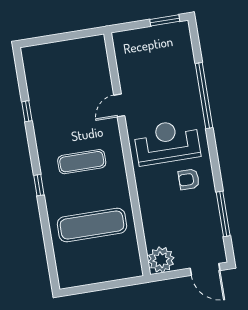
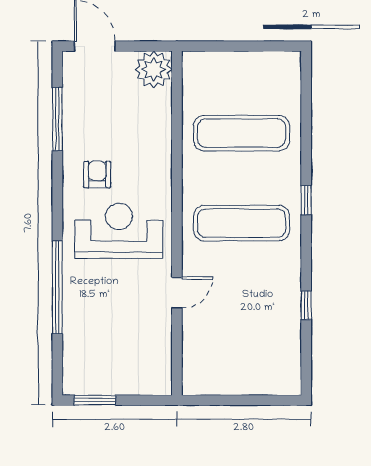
reception desk: (167, 142) -> (119, 231), turned 180
exercise mat: (82, 162) -> (242, 223), width x1.36, depth x1.45
armchair: (189, 179) -> (97, 175), turned -90

